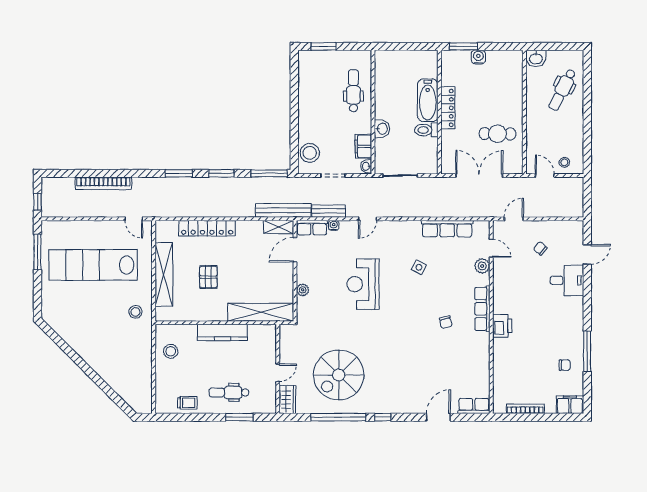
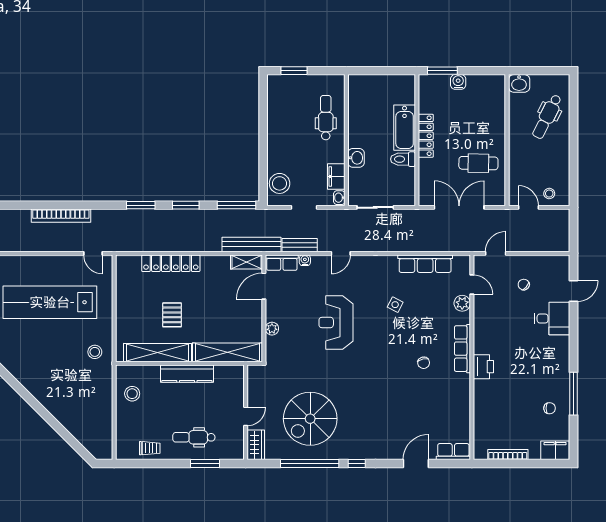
shelving: (164, 274) -> (158, 353), moved, turned 90

